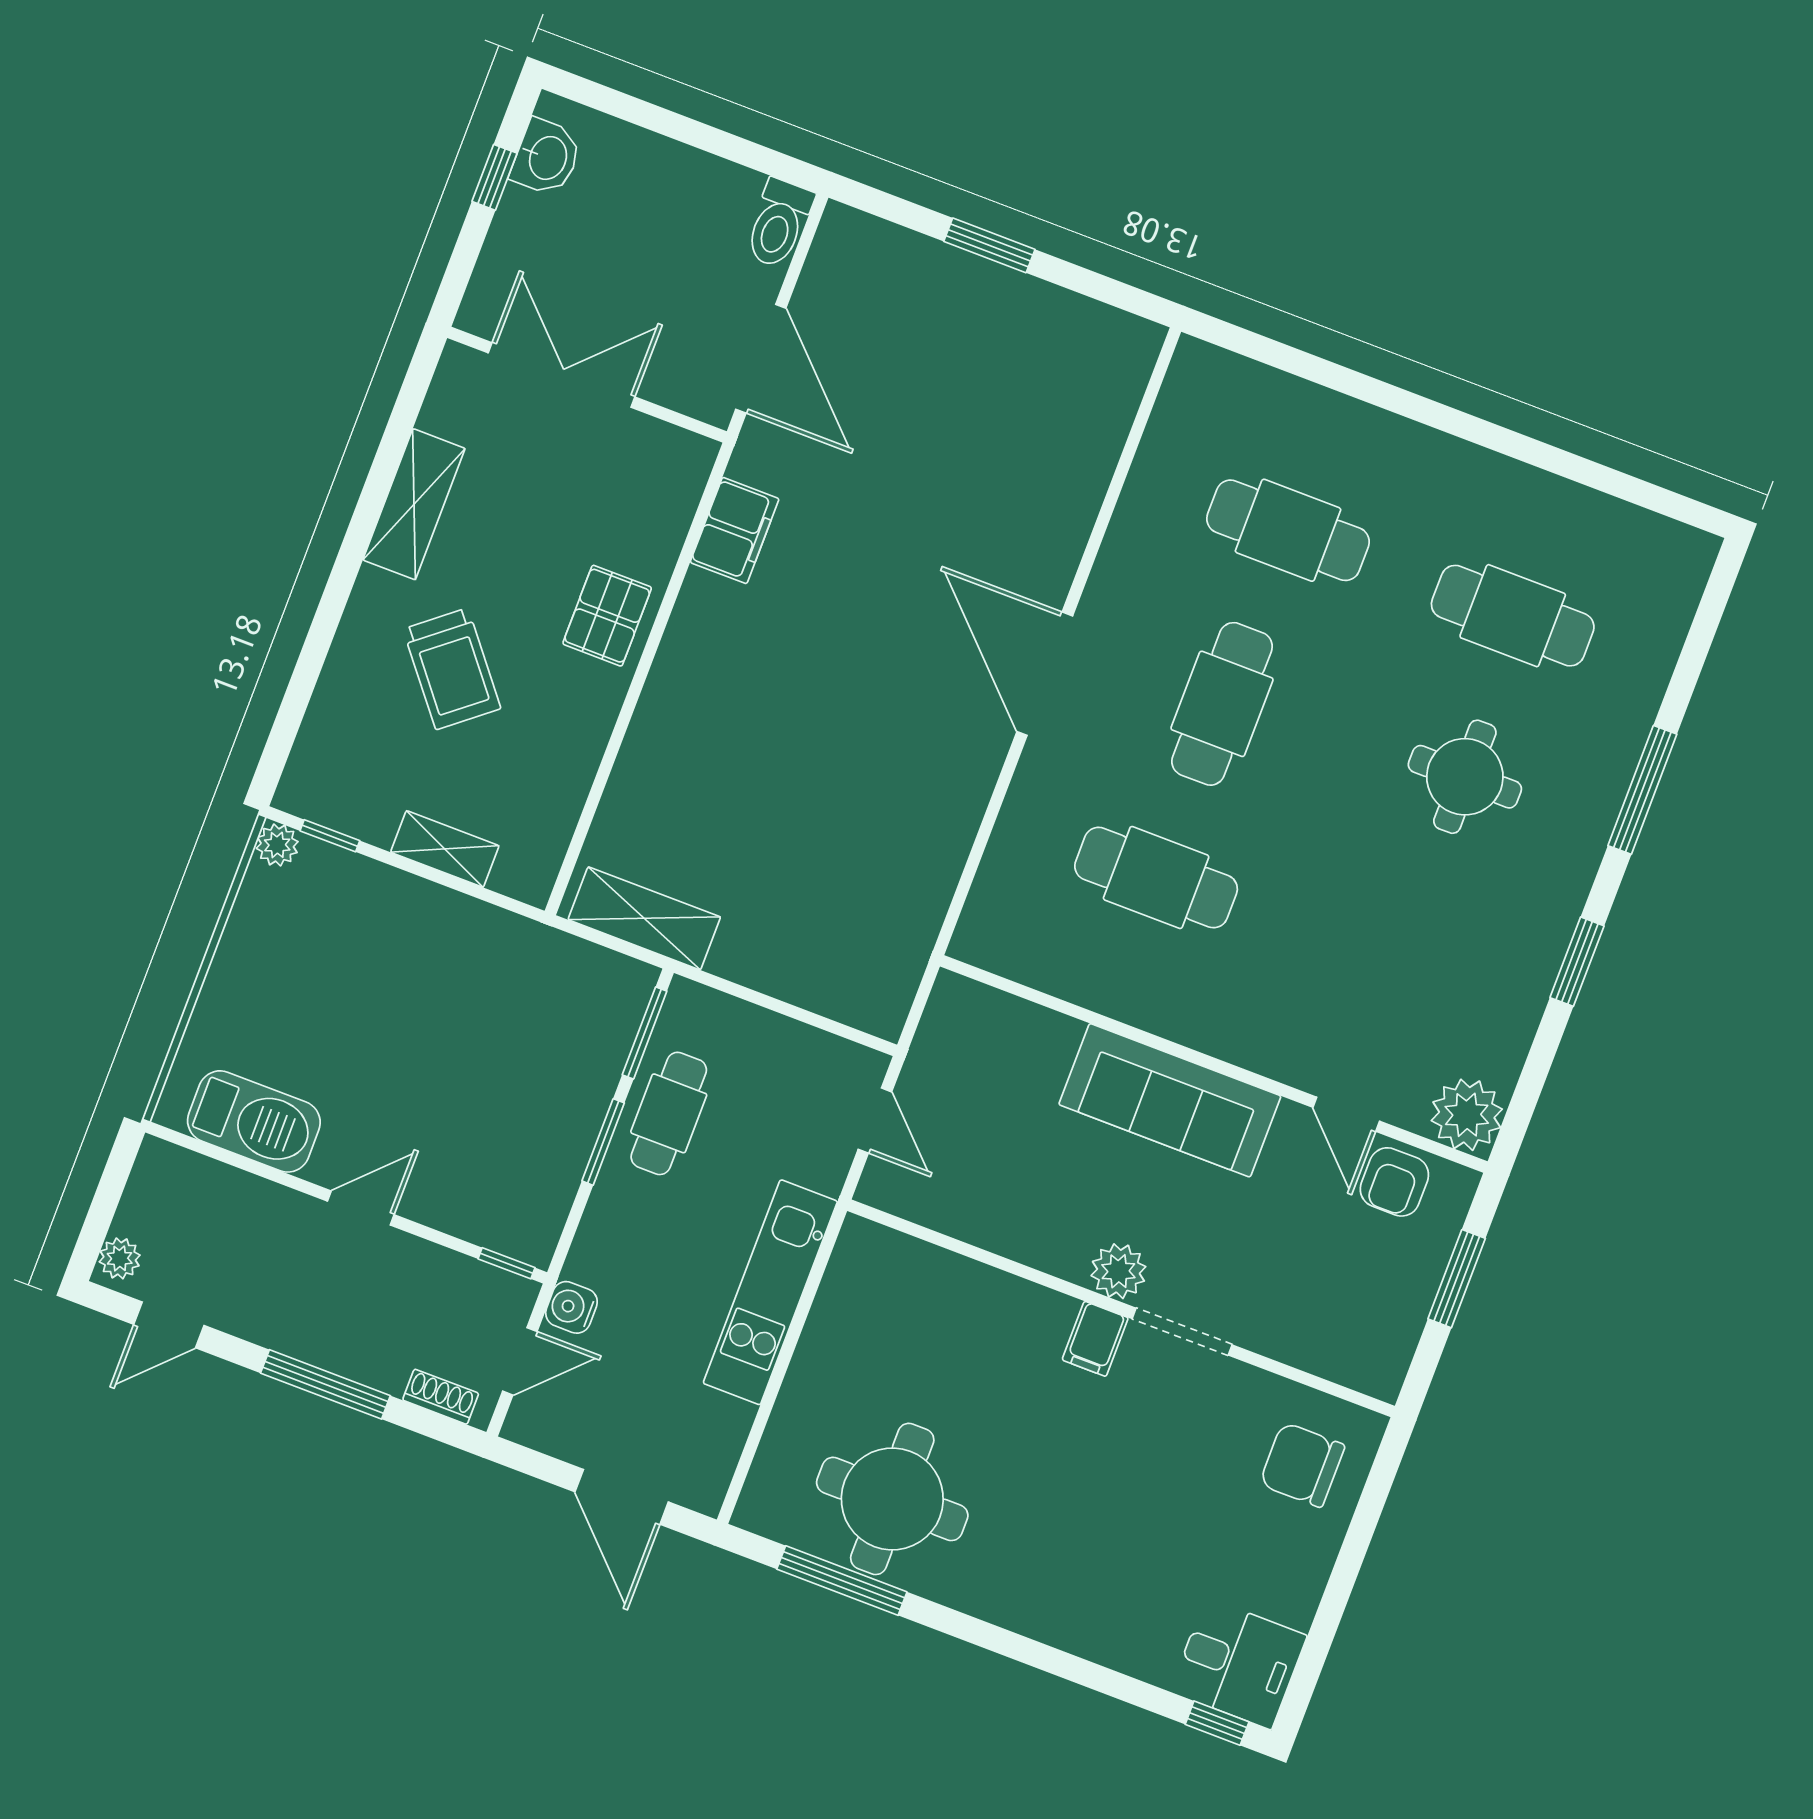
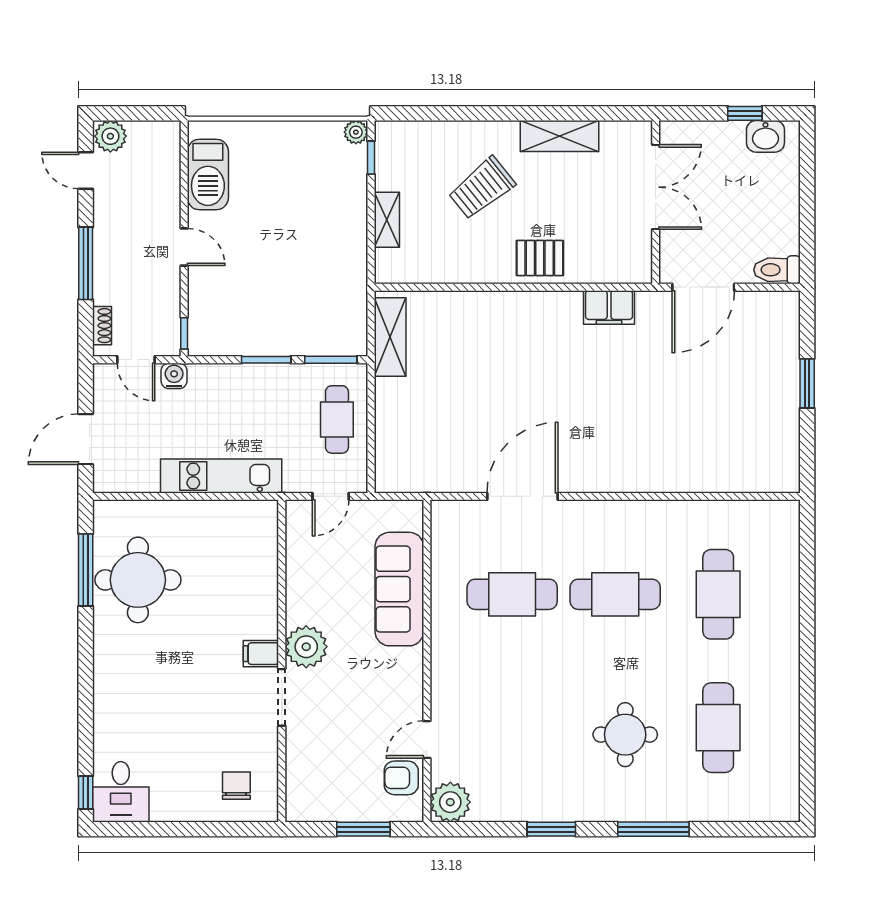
door: (1045, 674) -> (522, 496), moved
cafe table: (1156, 878) -> (512, 594), turned 90
sofa: (1170, 1100) -> (399, 589), moved
cafe table: (669, 1113) -> (337, 419), moved, turned 90
plant: (120, 1258) -> (110, 136), width x1.38, depth x1.38
plant: (1118, 1271) -> (306, 647), width x1.36, depth x1.36
chair: (1302, 1465) -> (236, 786), width x0.73, depth x0.73

